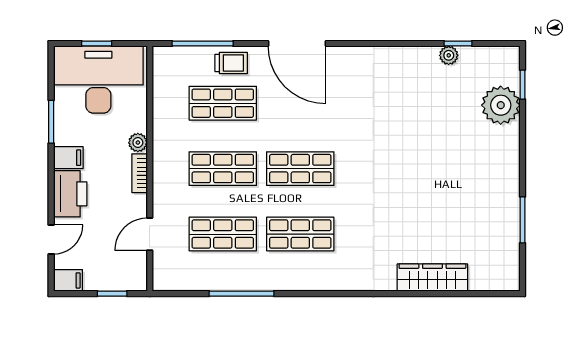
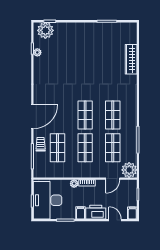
plant: (501, 105) -> (45, 30), moved
door: (150, 234) -> (113, 179), hinge flipped
plant: (170, 273) -> (129, 170), added

